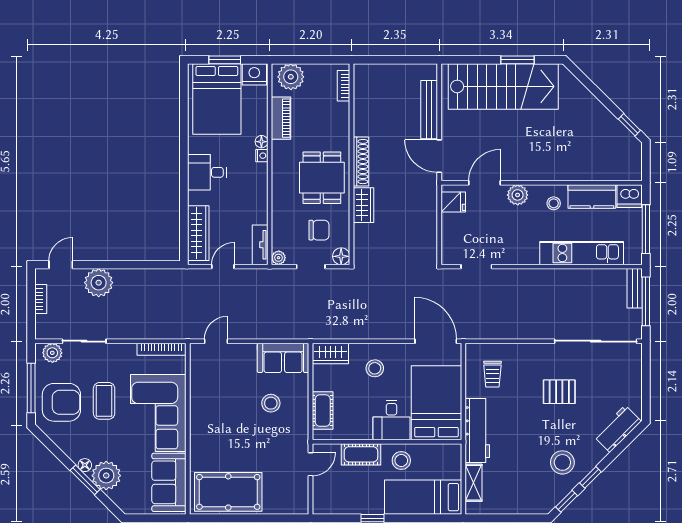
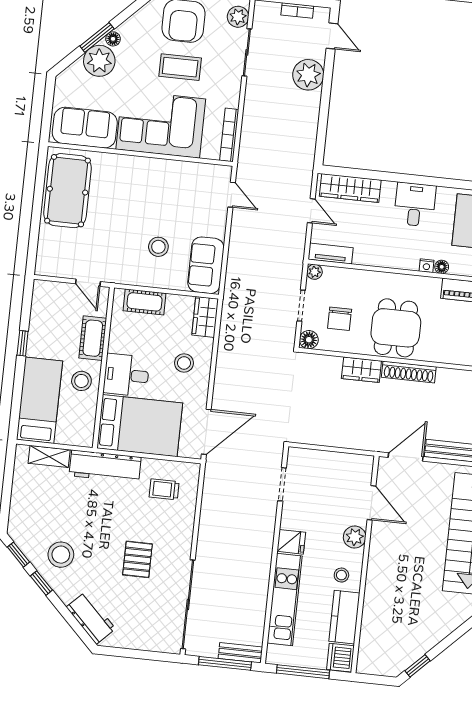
dining table: (322, 178) -> (396, 328), turned 90
fridge: (453, 202) -> (291, 542), moved, turned -90

